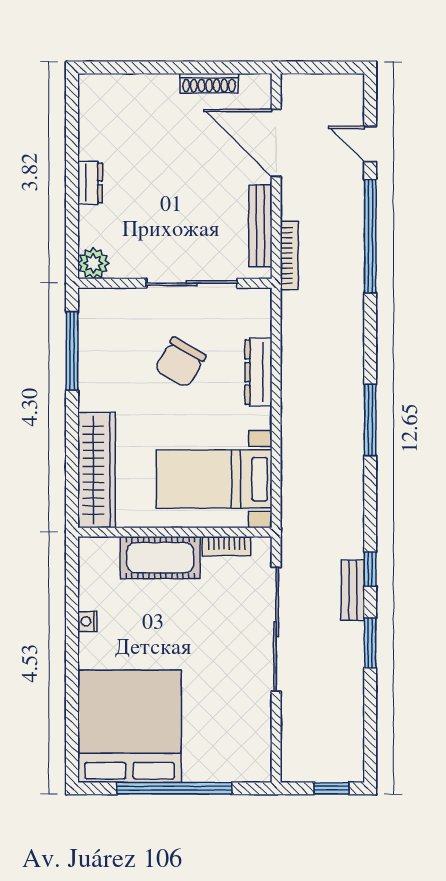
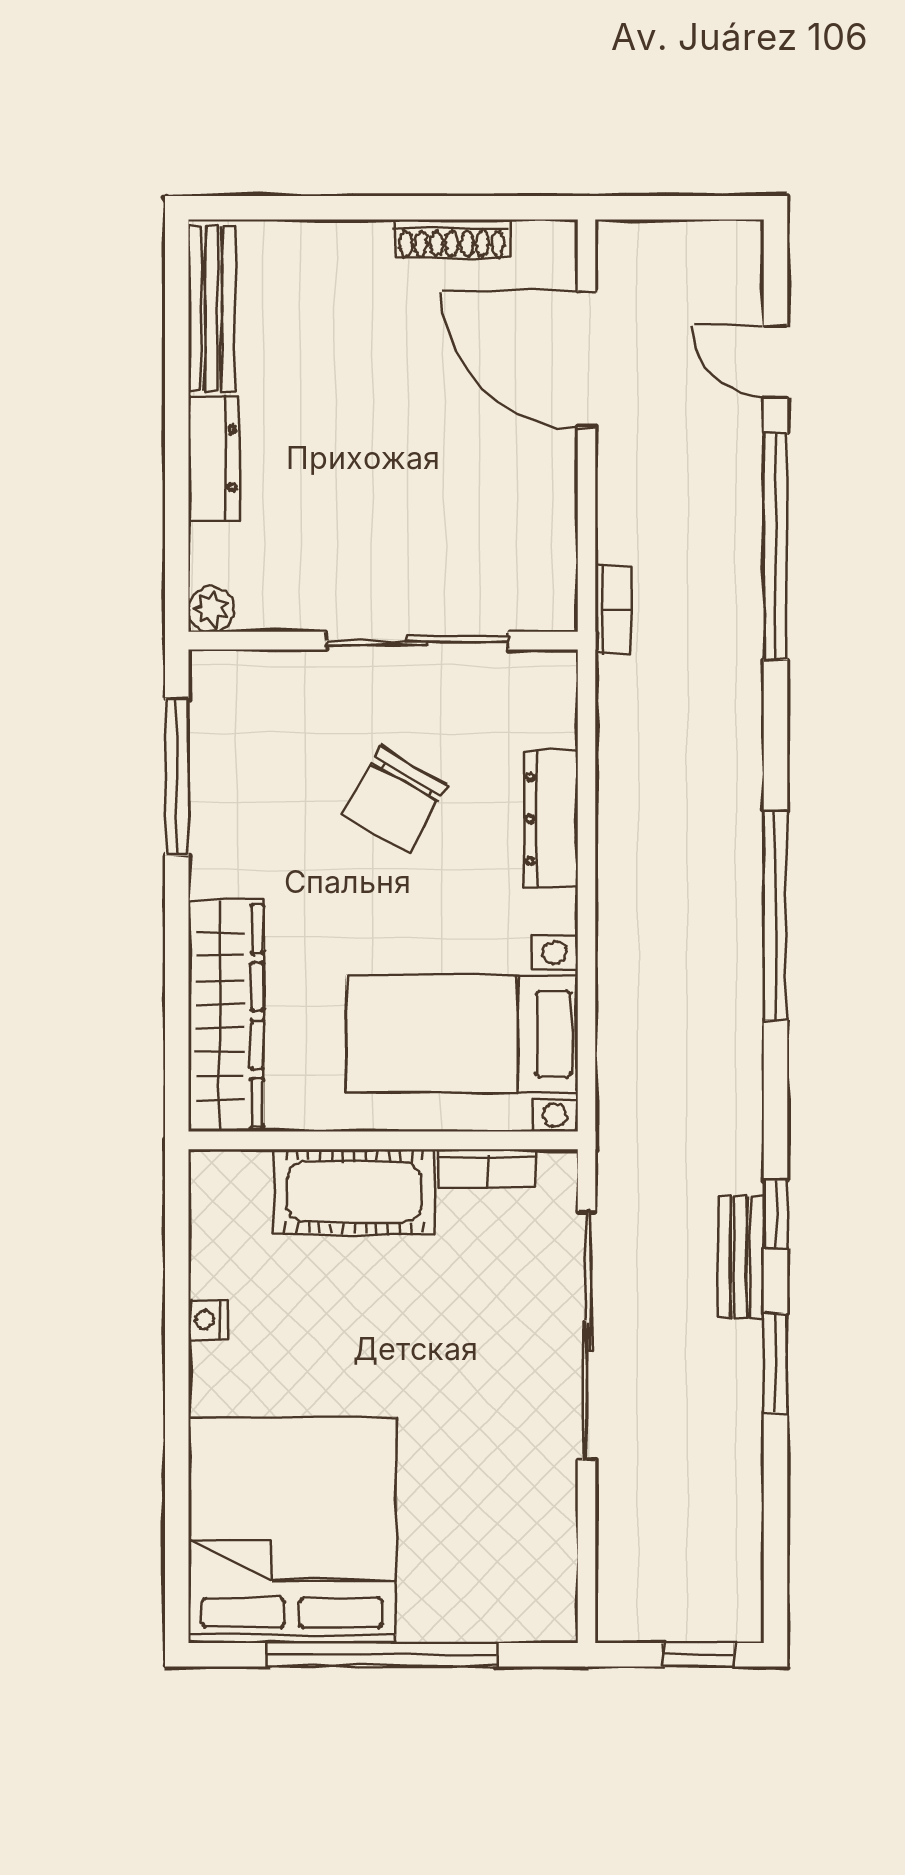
dresser: (90, 183) -> (213, 458), width x1.44
bench: (260, 226) -> (211, 309), moved
bookcase: (289, 256) -> (613, 610), width x0.64
plant: (93, 263) -> (211, 609), width x0.73, depth x0.73
window: (370, 420) -> (775, 915), width x1.46

